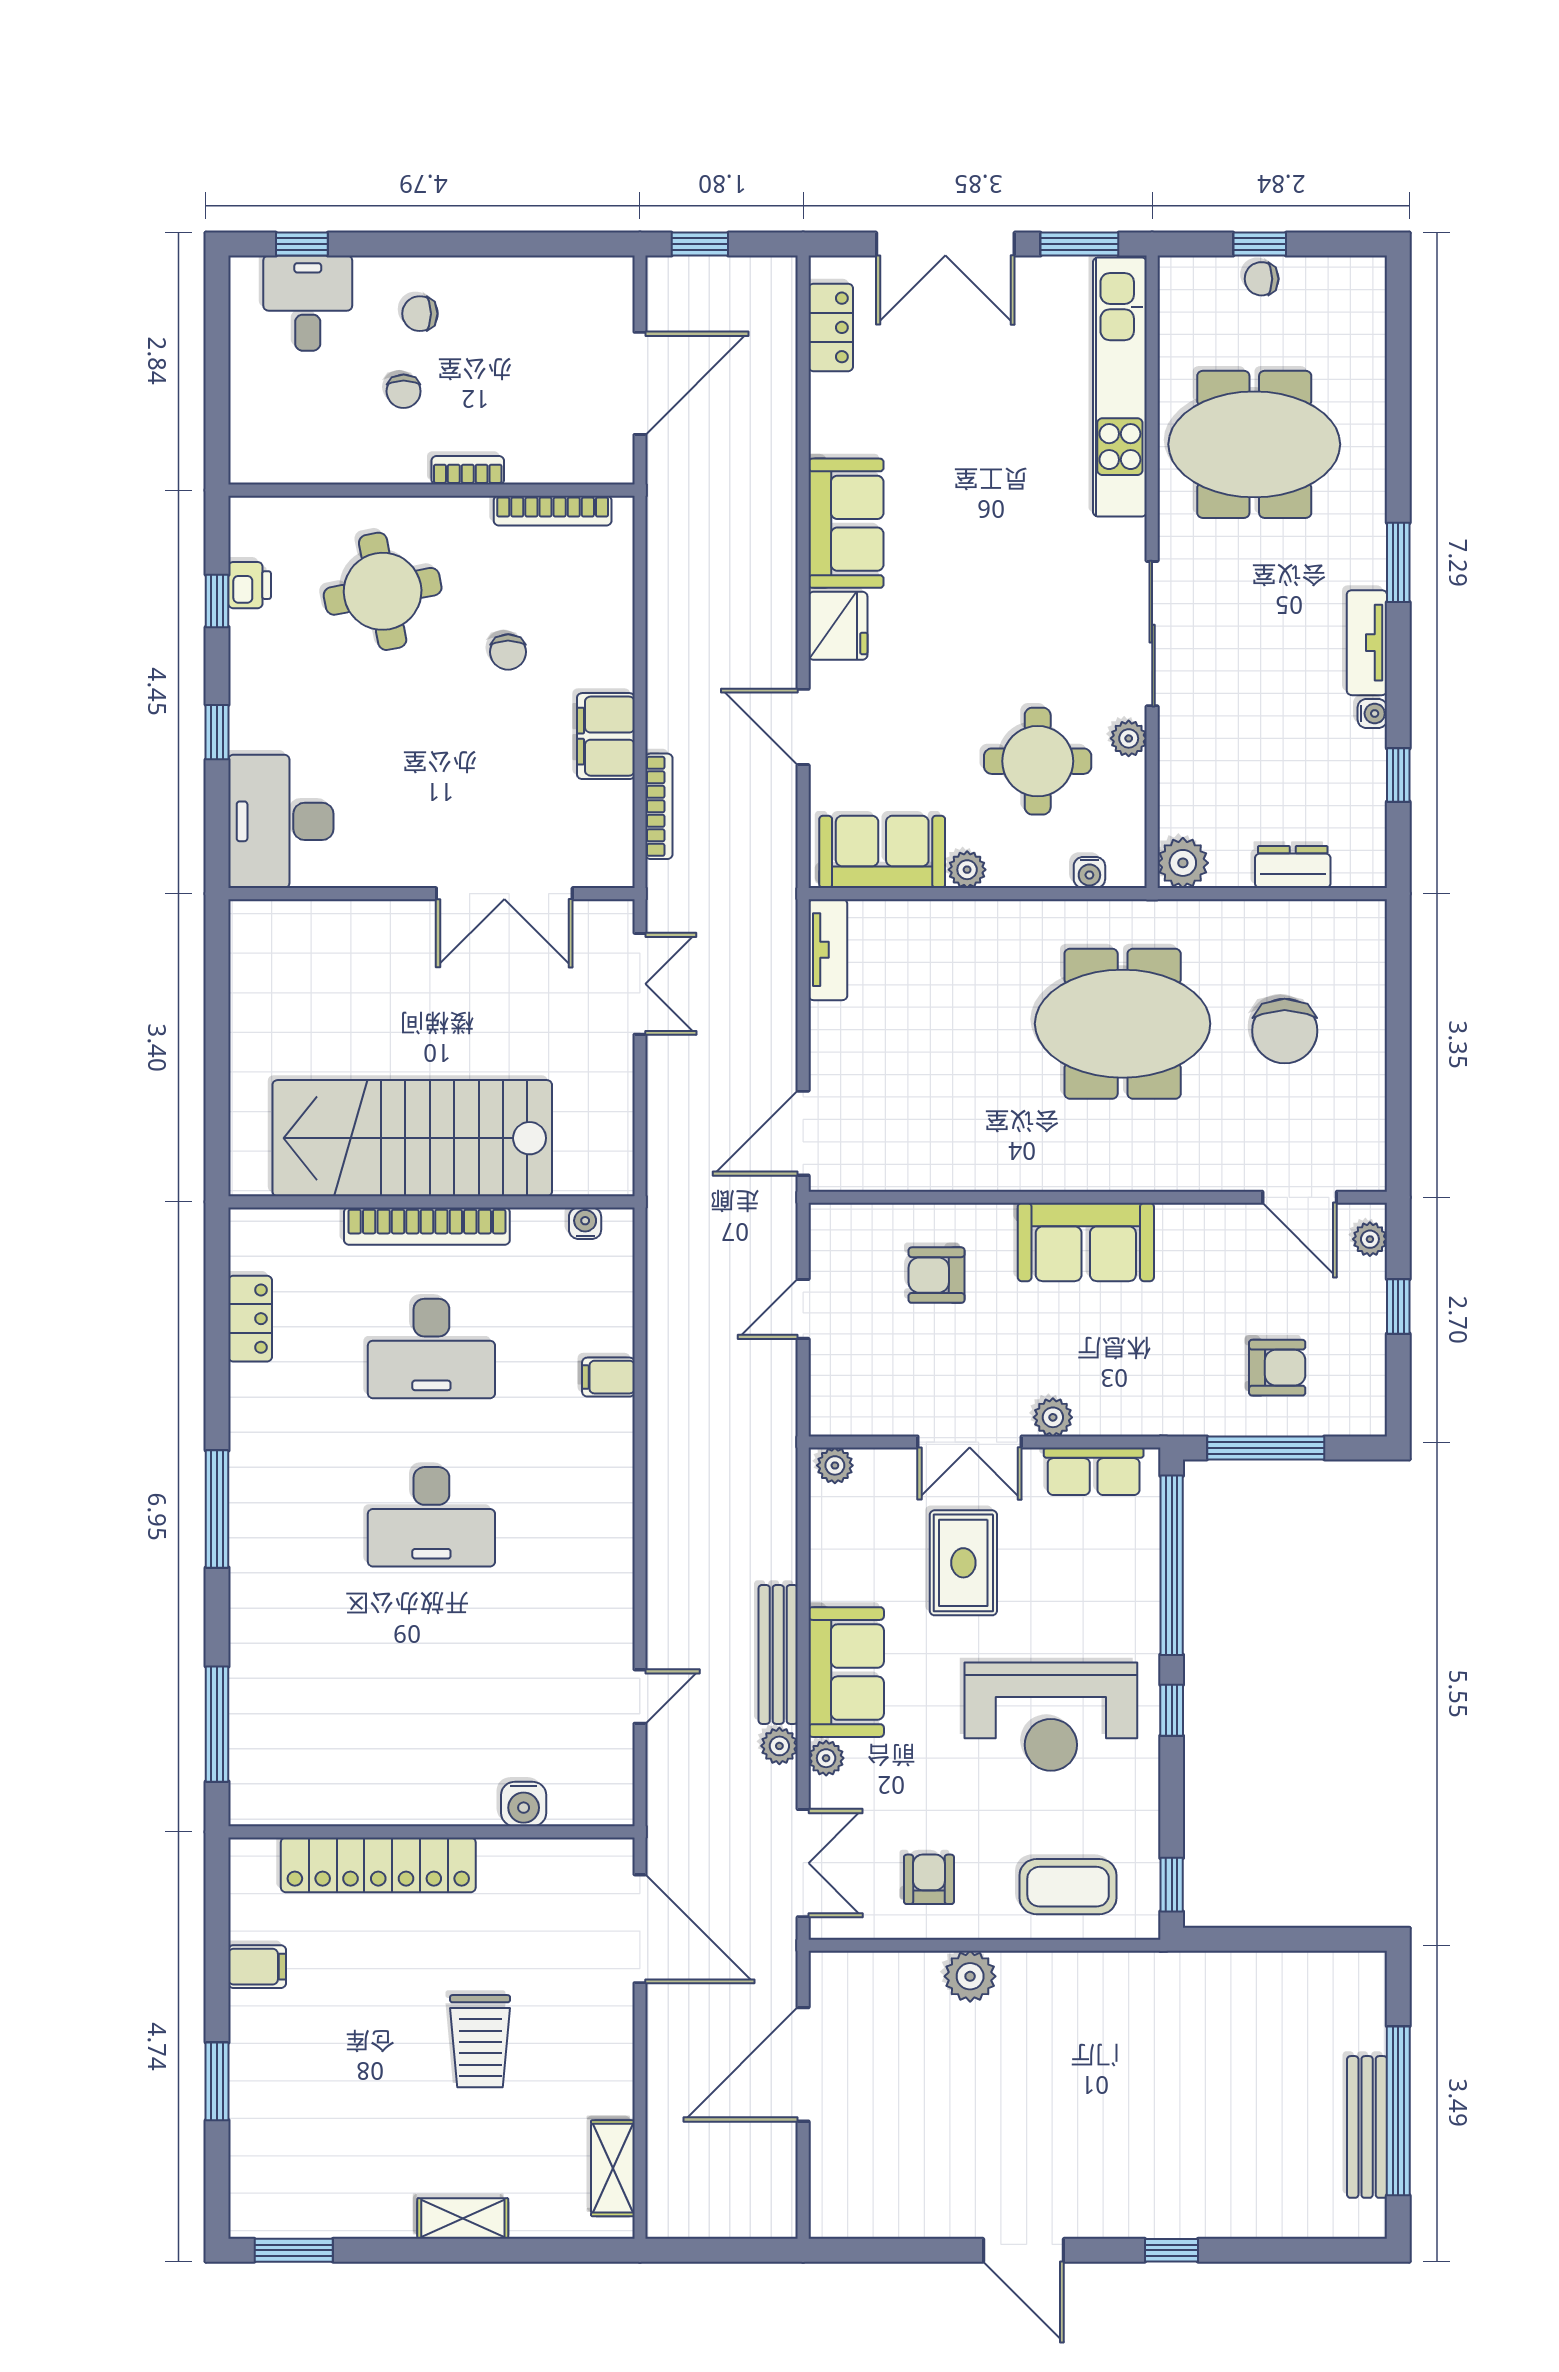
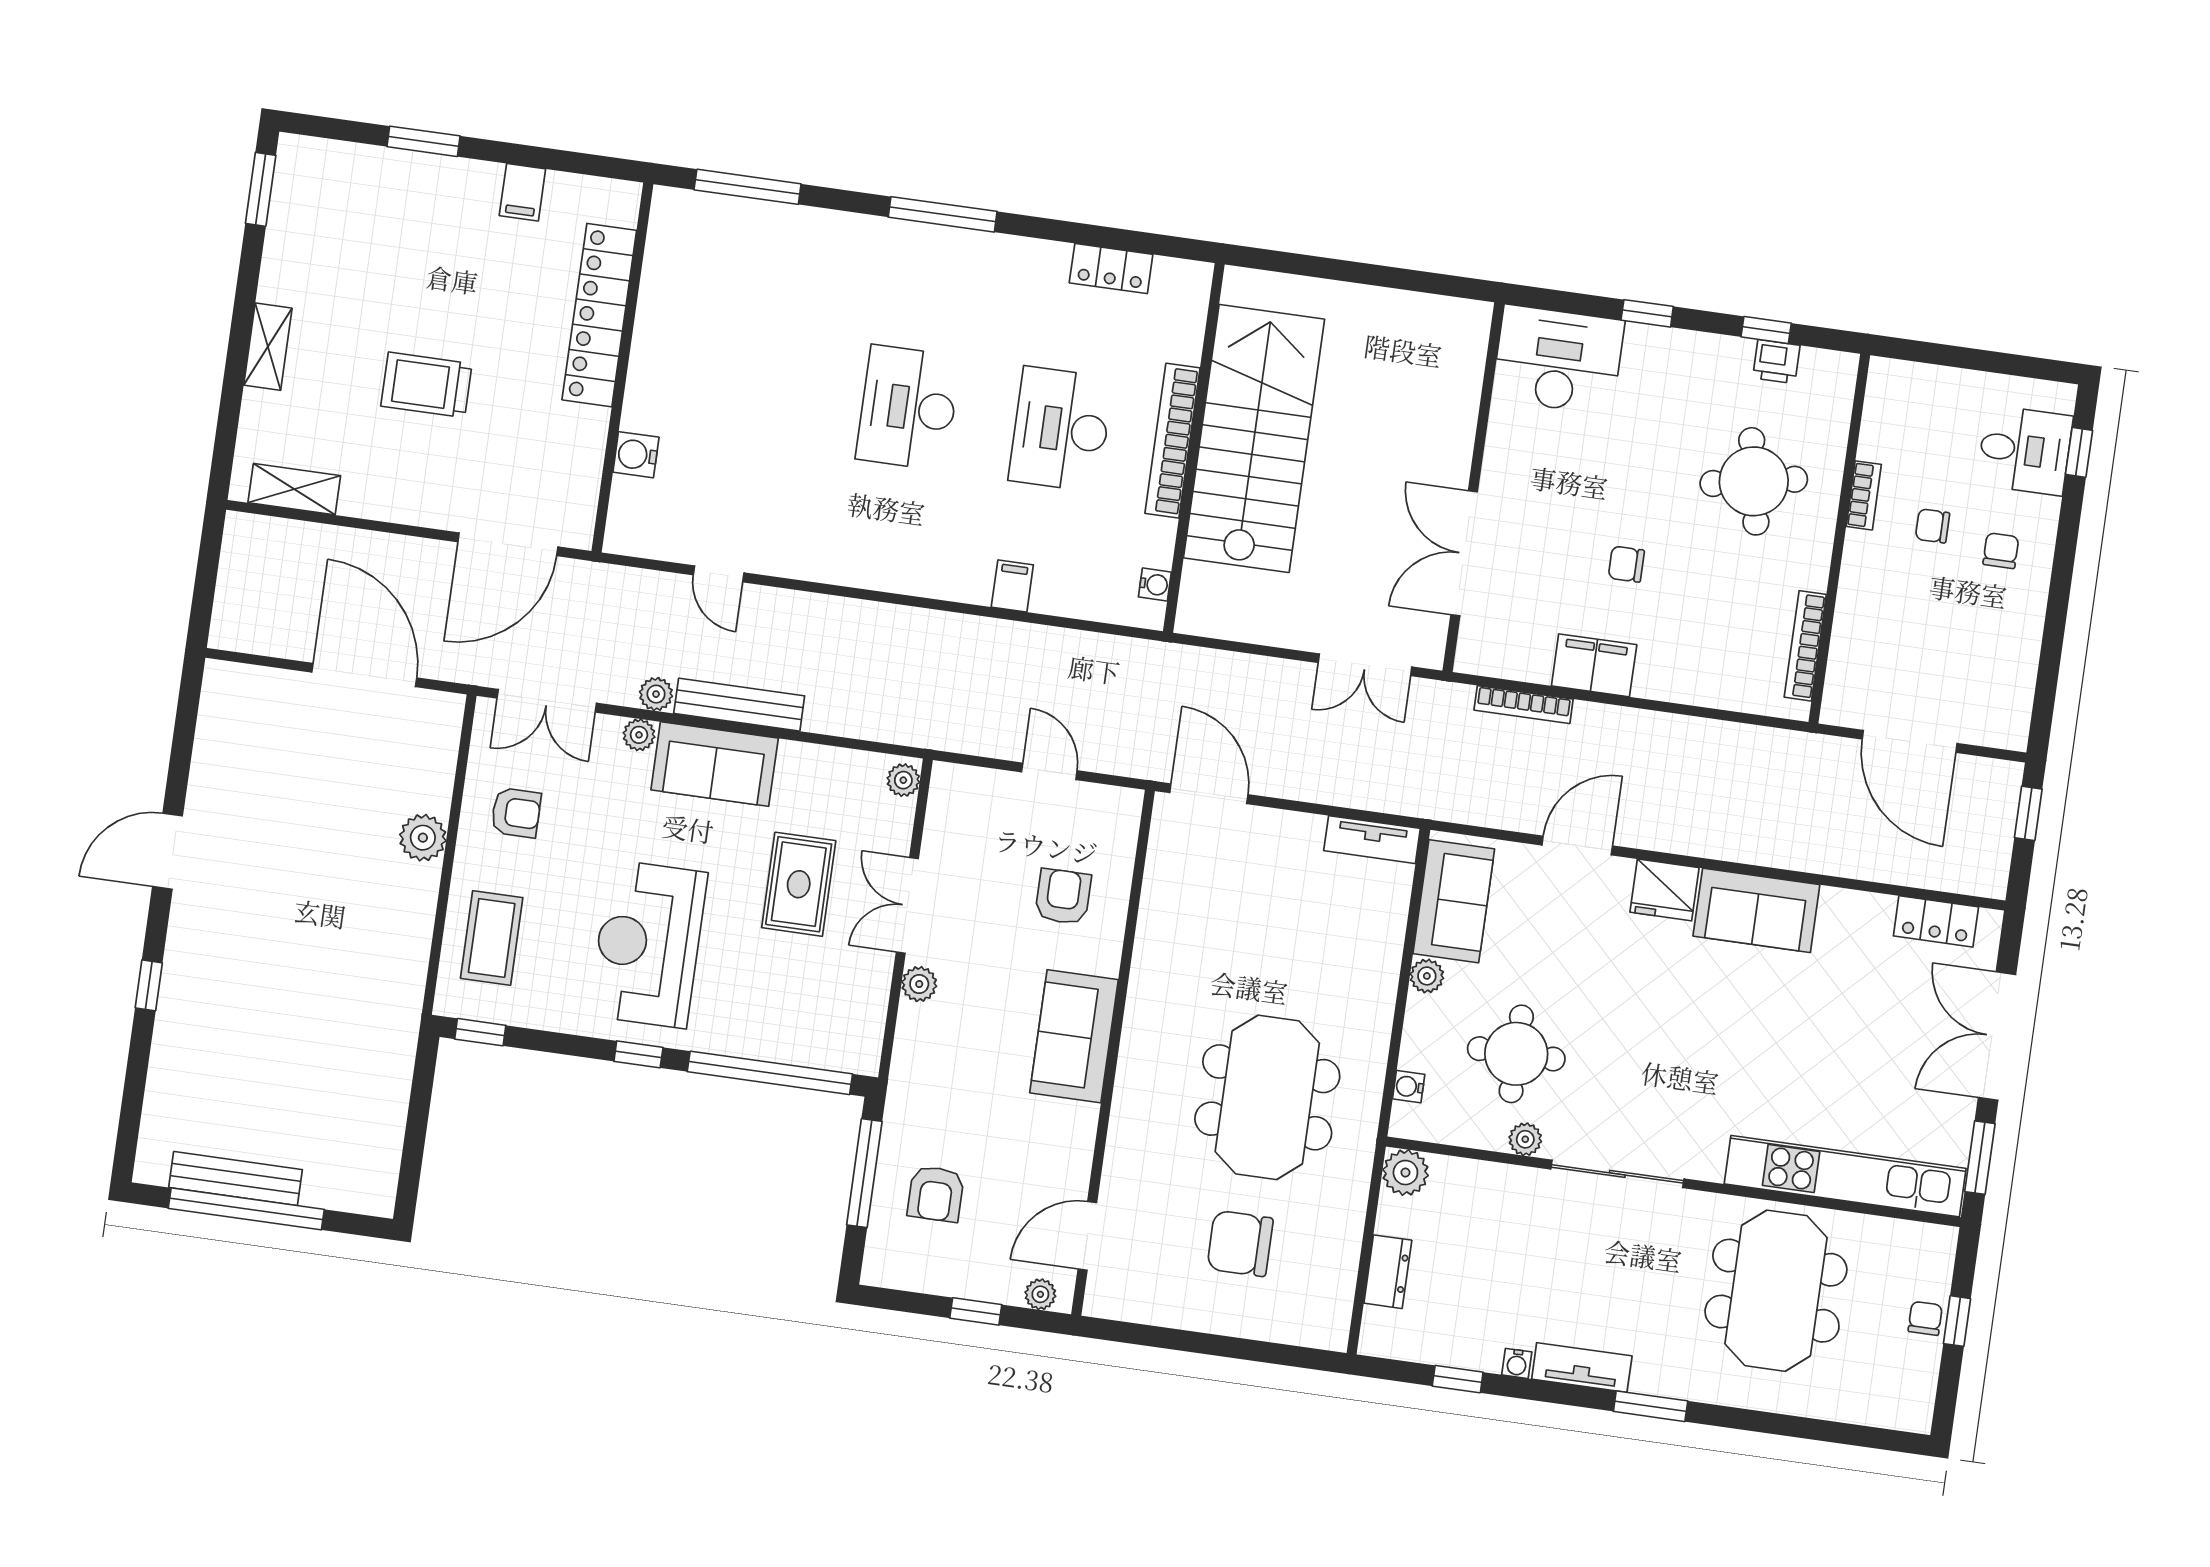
bookcase: (468, 470) -> (1864, 495), moved
chair: (508, 652) -> (1626, 564), moved
row of seats: (1094, 1471) -> (865, 1014), removed
rug: (963, 1563) -> (799, 884), turned 90

